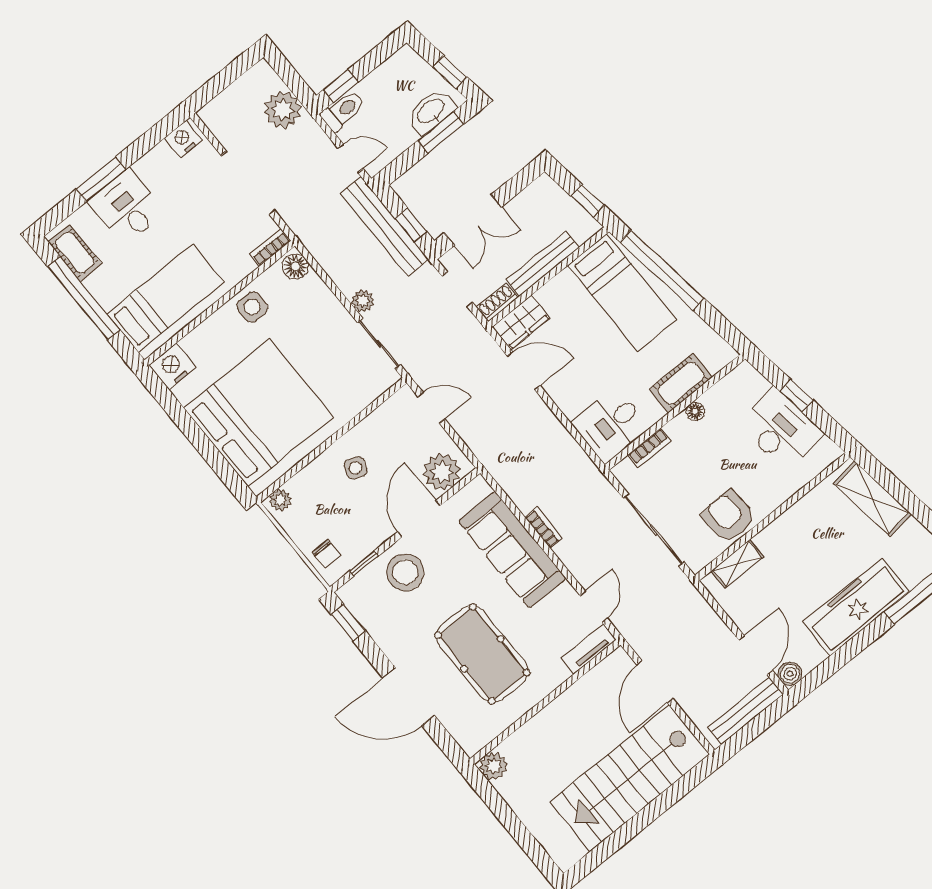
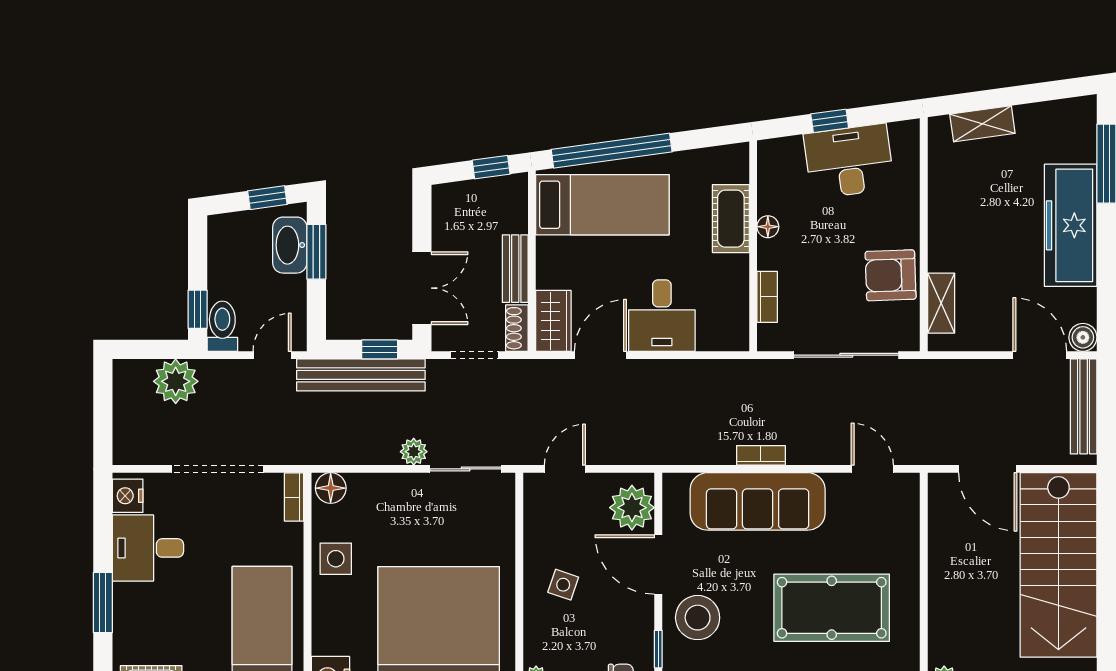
desk: (127, 207) -> (148, 548), moved
bench: (543, 263) -> (515, 269), width x0.73
desk: (610, 425) -> (662, 316), moved
shelving: (873, 499) -> (982, 124), width x0.67, depth x0.75
tv unit: (589, 649) -> (908, 505), removed

